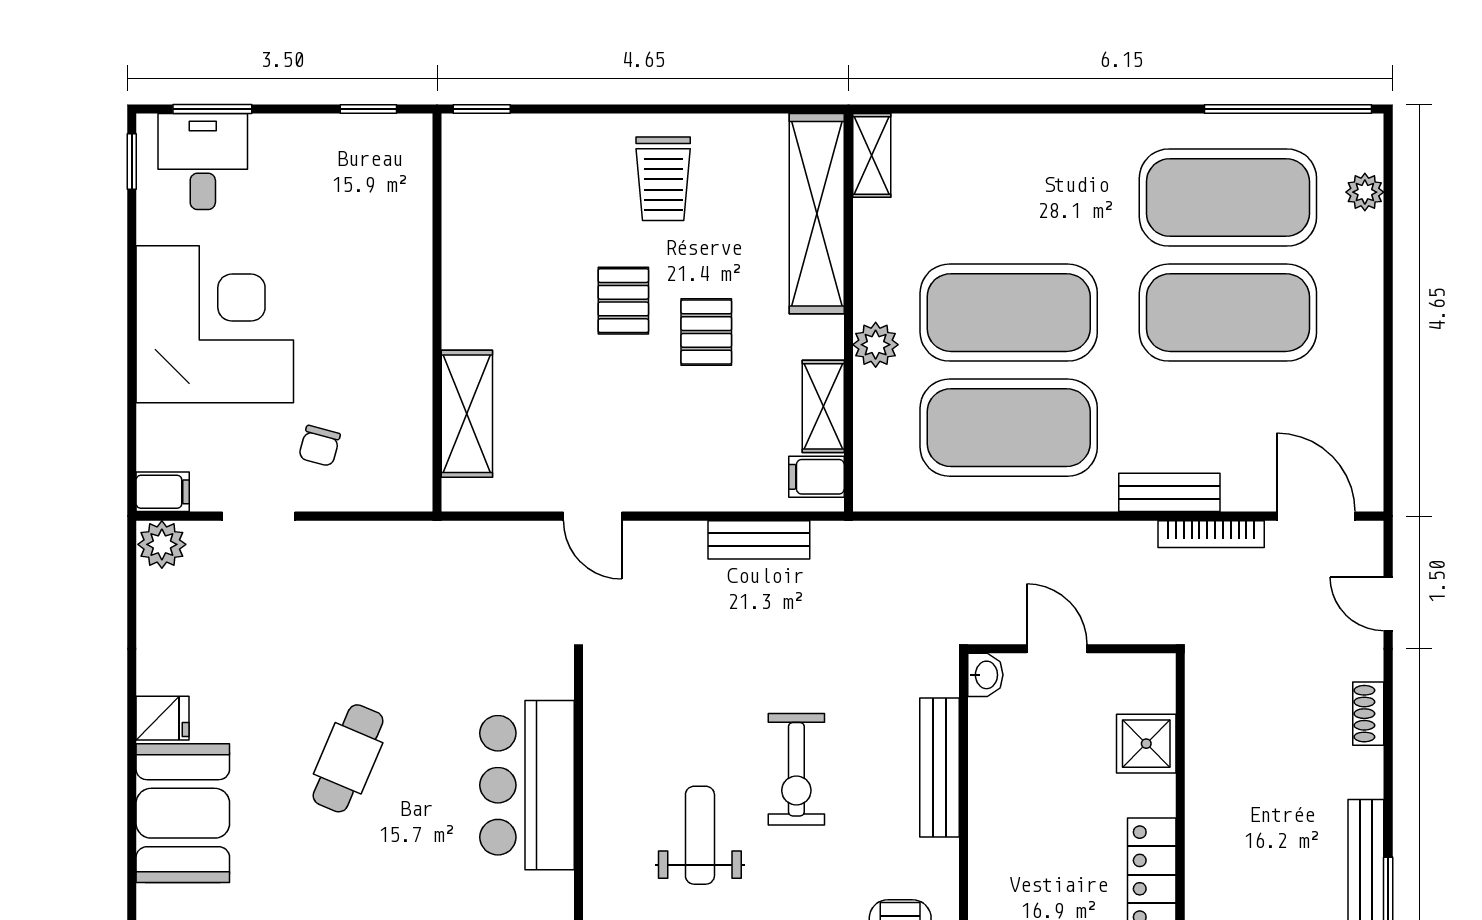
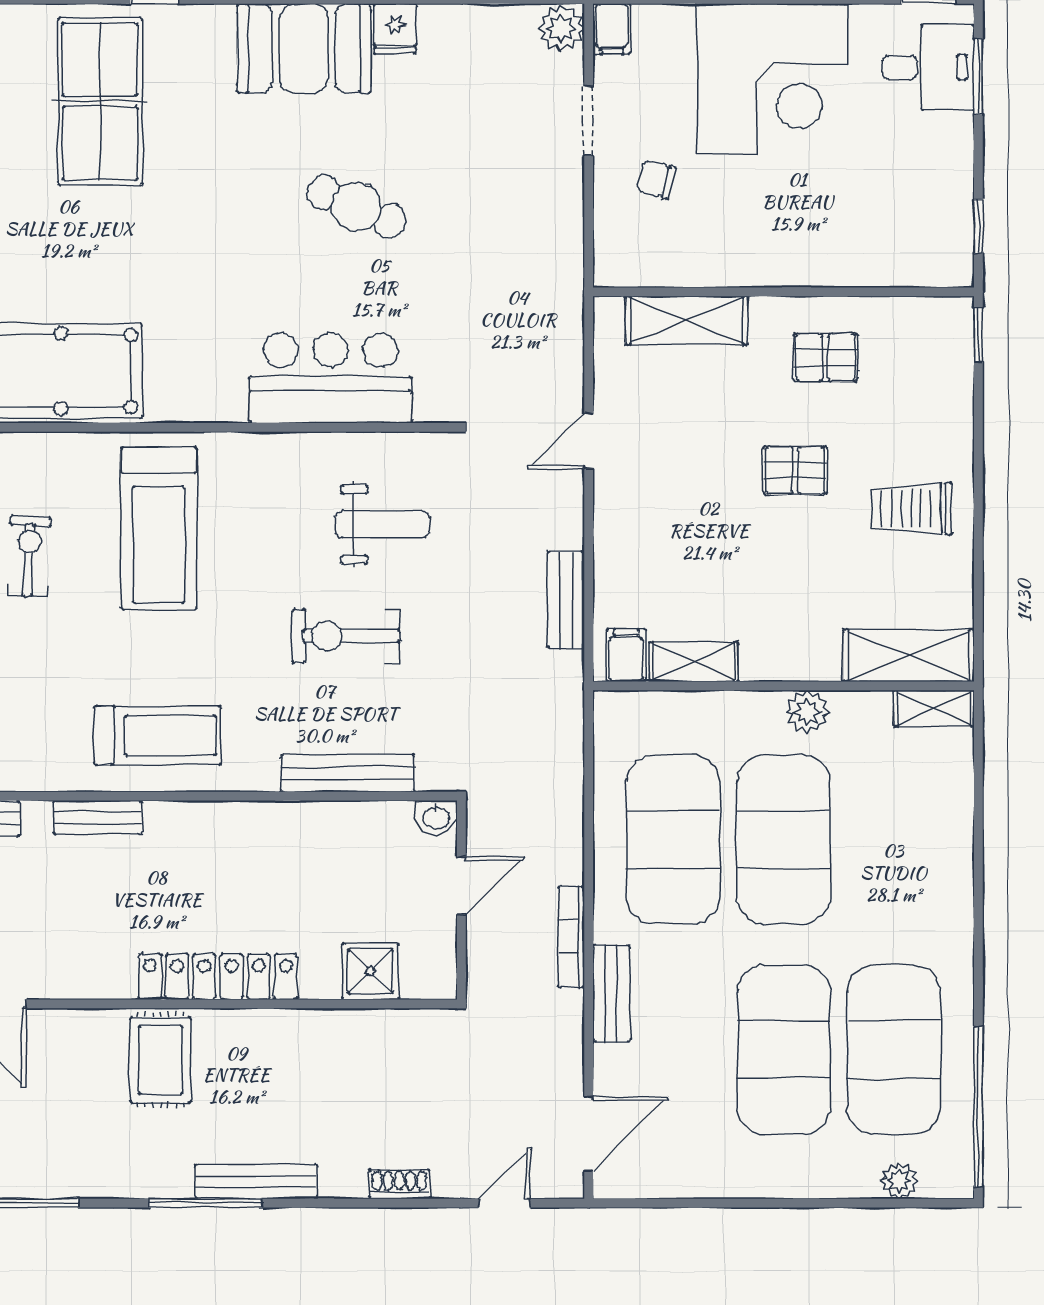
shelving: (817, 214) -> (909, 656), width x0.68
pallet: (706, 332) -> (826, 357), moved
plant: (876, 345) -> (807, 712), moved
bookcase: (1211, 534) -> (571, 937), moved
weight bench: (700, 835) -> (382, 524), moved

